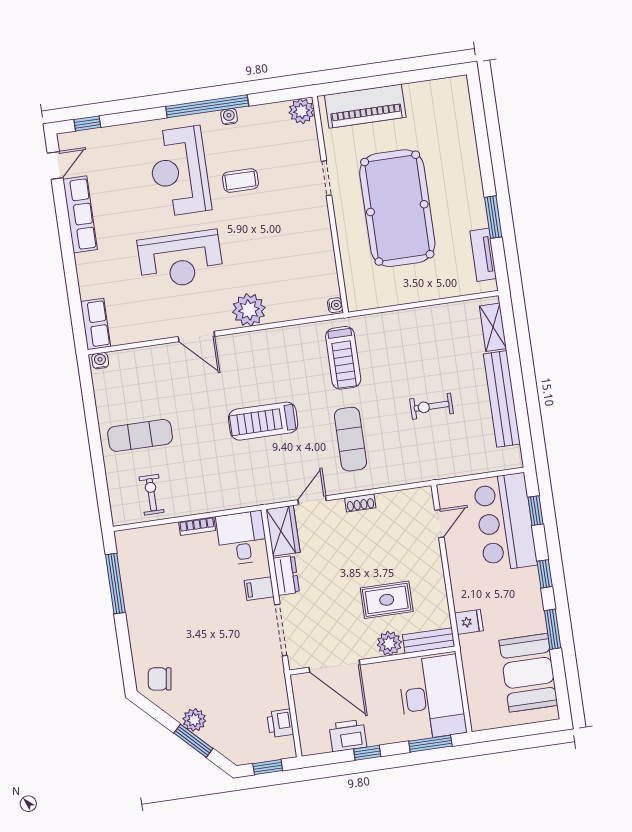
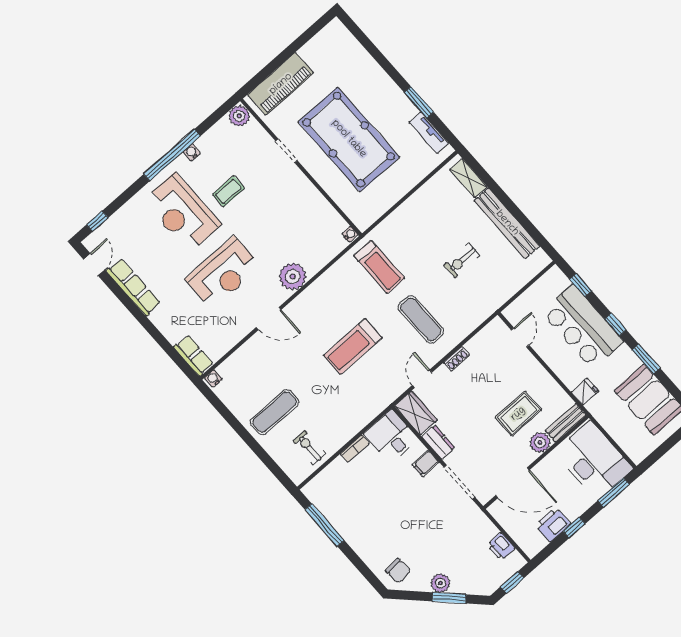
bar counter: (505, 522) -> (582, 327), moved
chair: (160, 679) -> (398, 571), turned -103

